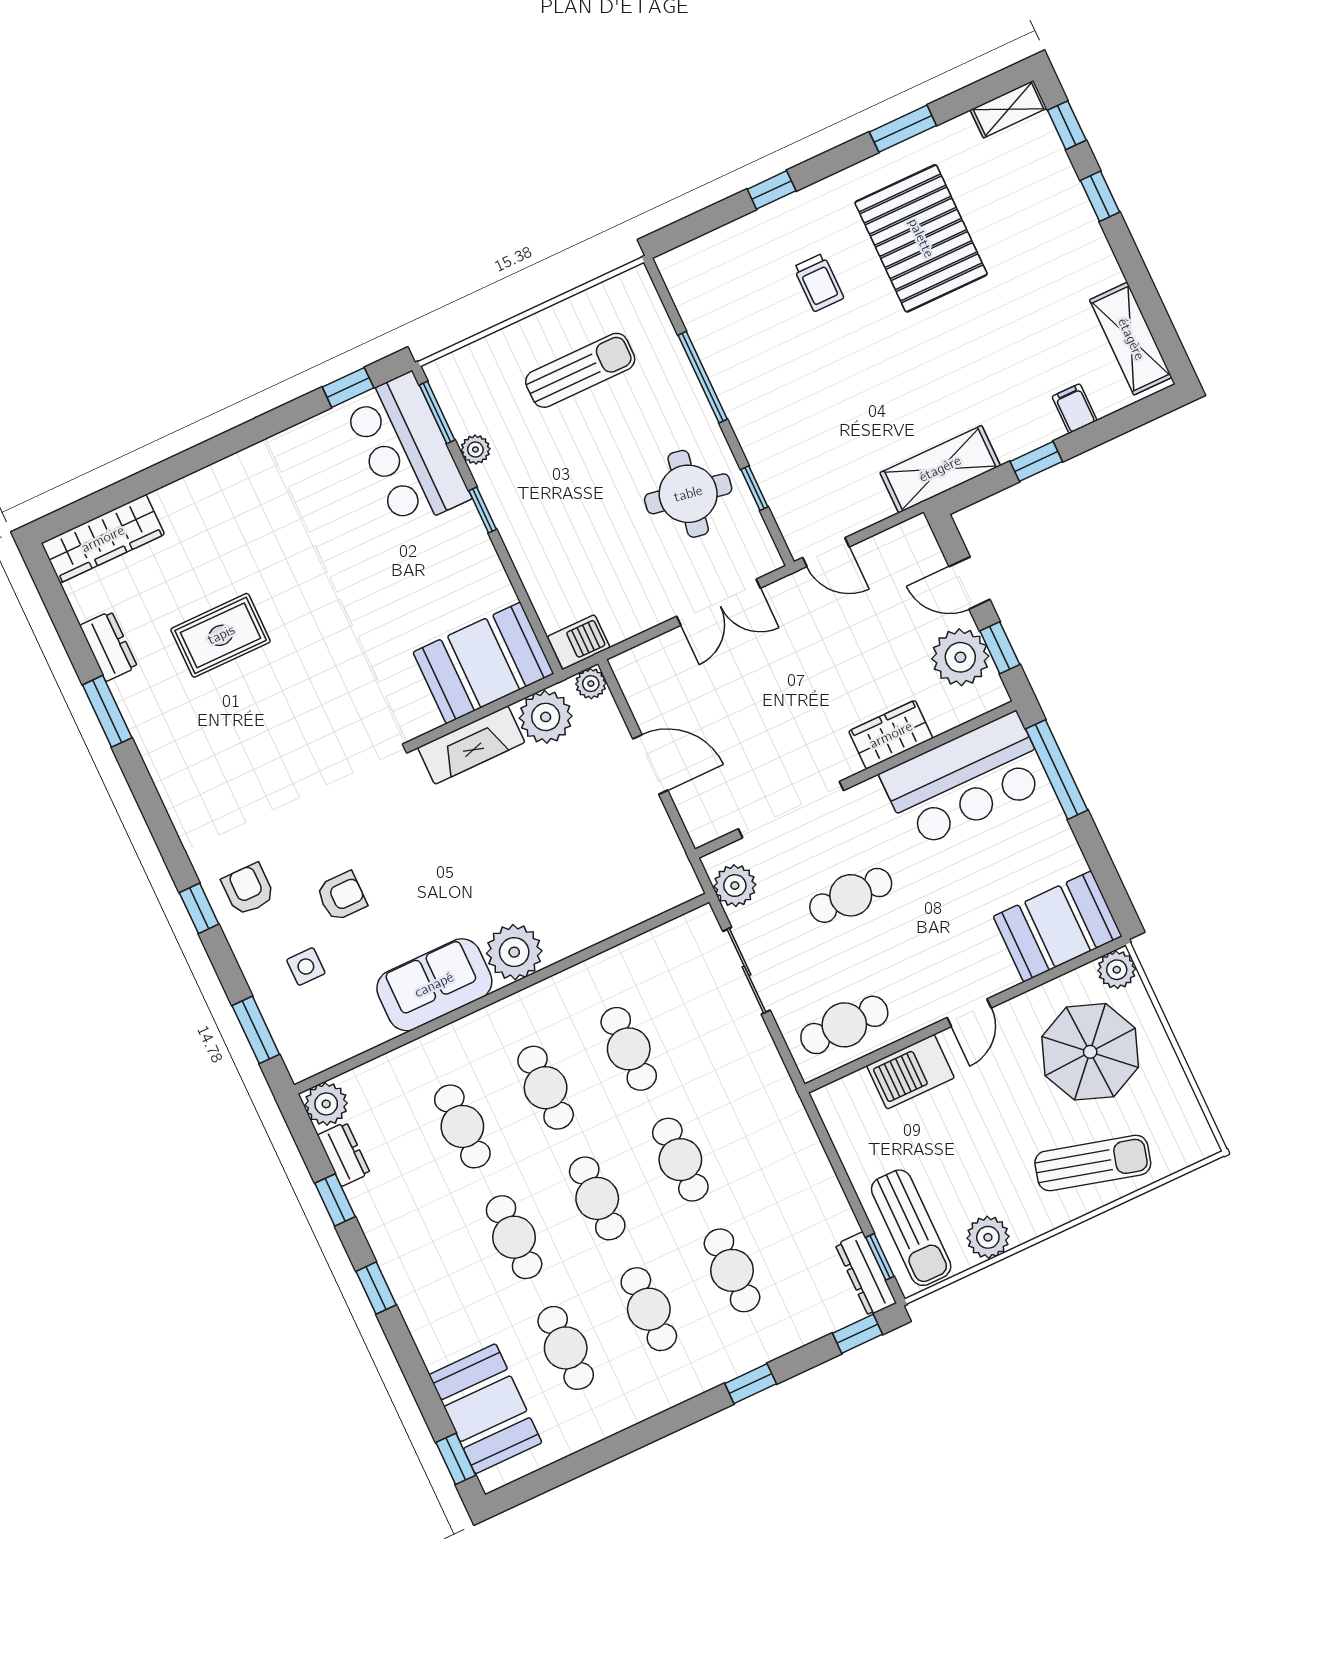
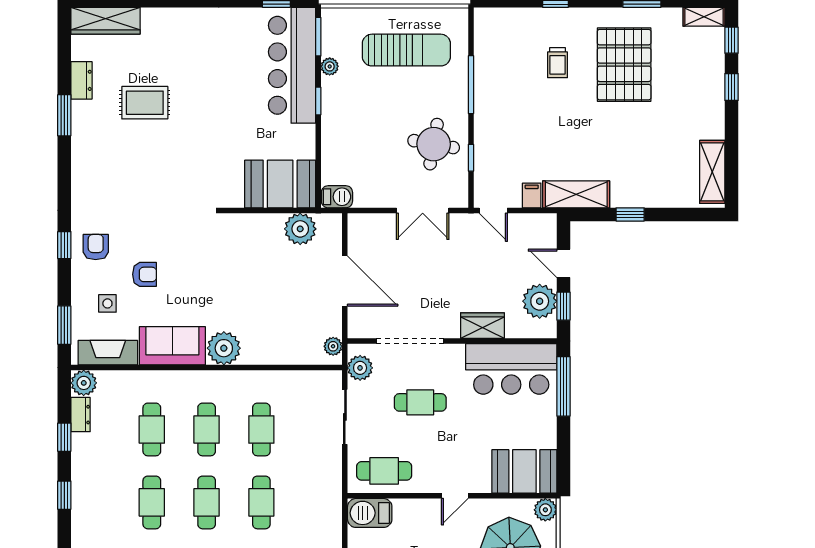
sun lounger: (580, 370) -> (406, 50), width x1.36, depth x1.34
filing cabinet: (1074, 409) -> (532, 195), moved
bar counter: (407, 451) -> (292, 65), width x1.36
plant: (591, 684) -> (333, 346), moved
fireplace: (471, 745) -> (108, 353), moved, turned 180
door: (650, 764) -> (345, 281), width x1.36
barbecue: (911, 1072) -> (370, 513), moved

